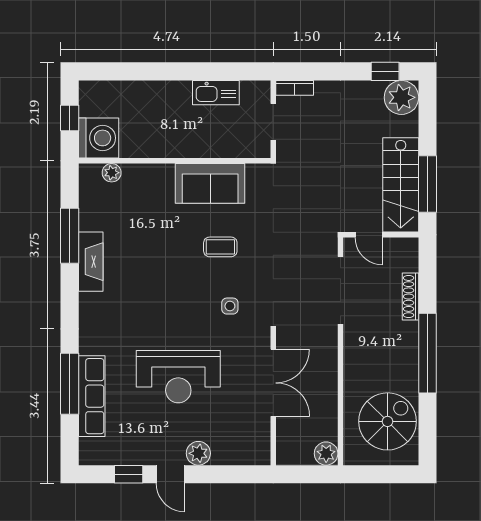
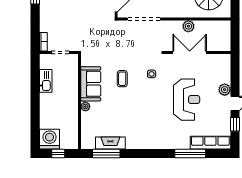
washing machine: (99, 138) -> (50, 139), moved
plant: (112, 173) -> (85, 107), moved
window: (70, 236) -> (106, 154), moved
fireplace: (91, 262) -> (110, 143), moved
row of seats: (92, 396) -> (210, 143), moved
plant: (326, 454) -> (188, 26), moved

